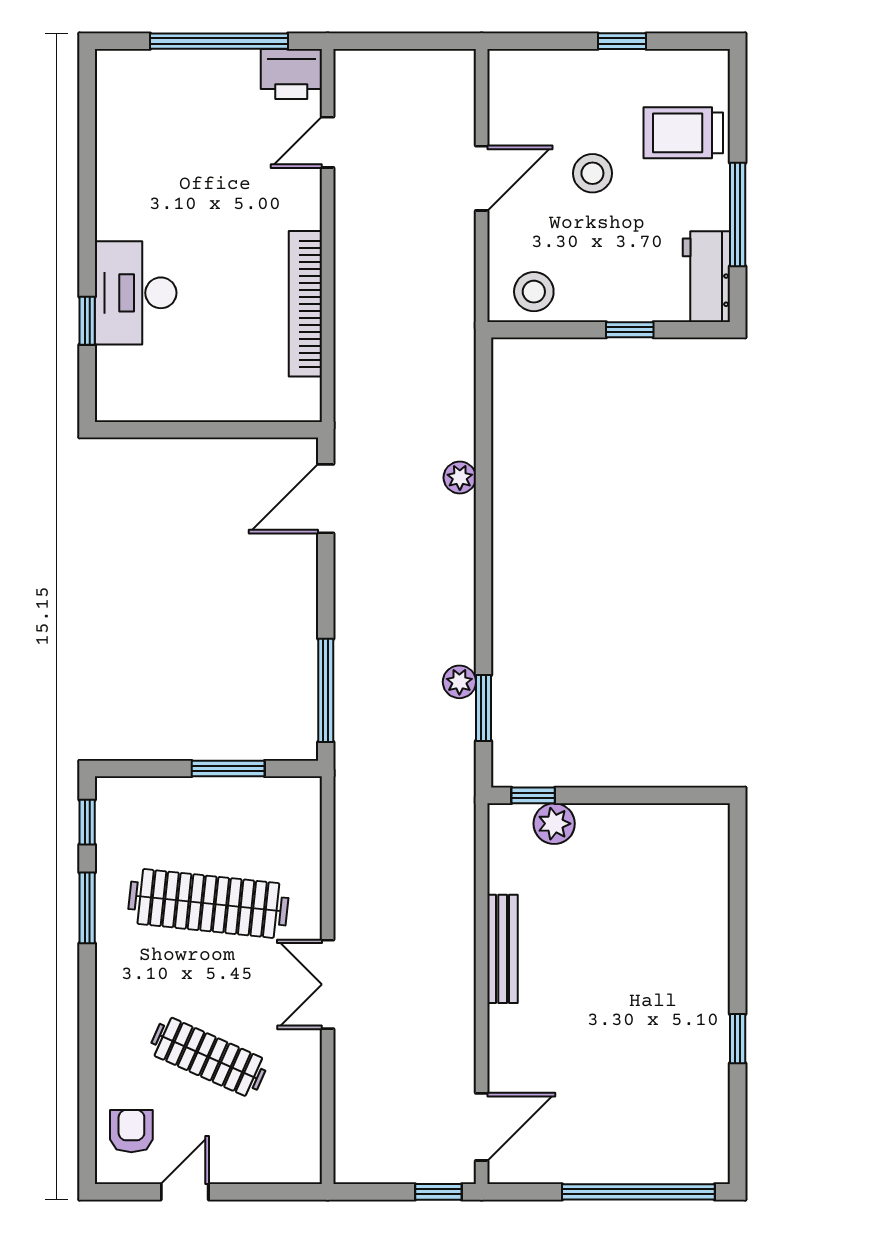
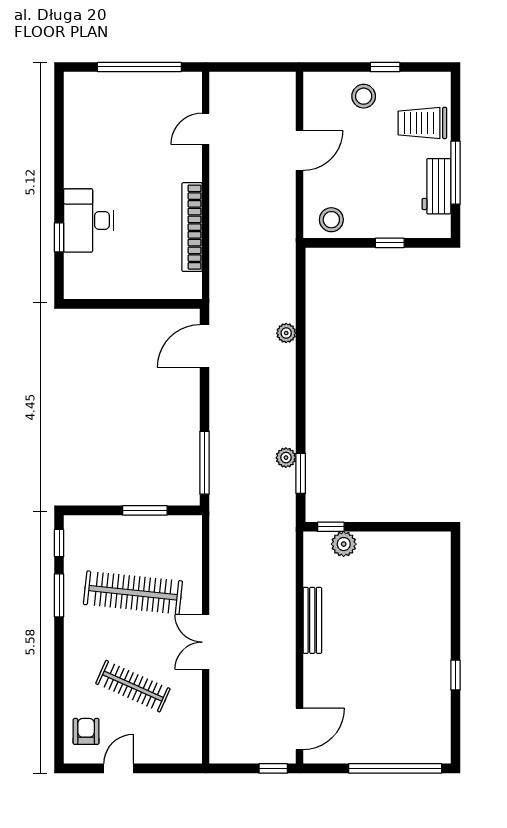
printer: (291, 74) -> (184, 87), removed
stool: (592, 173) -> (364, 96), moved
workbench: (706, 277) -> (437, 186), moved

